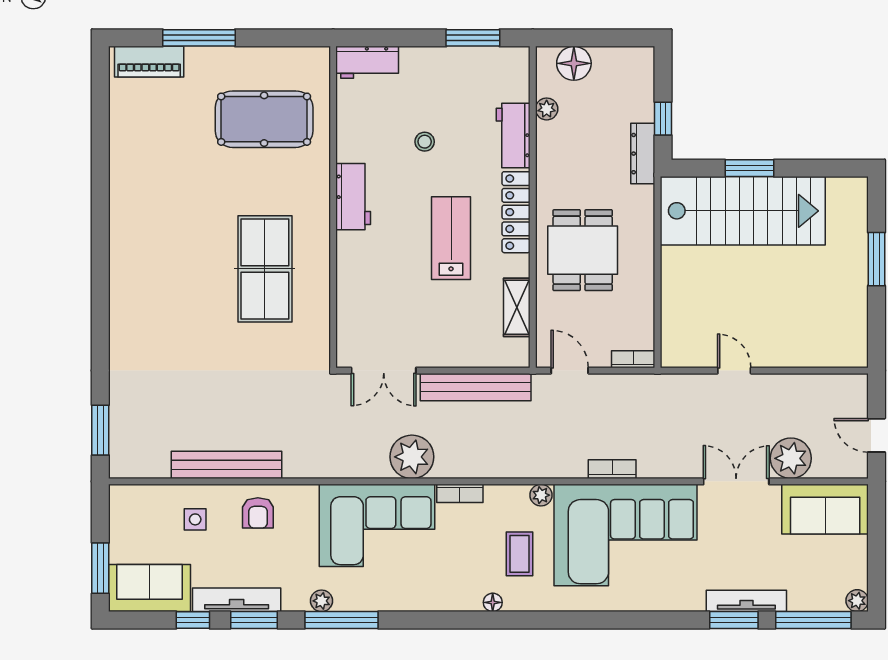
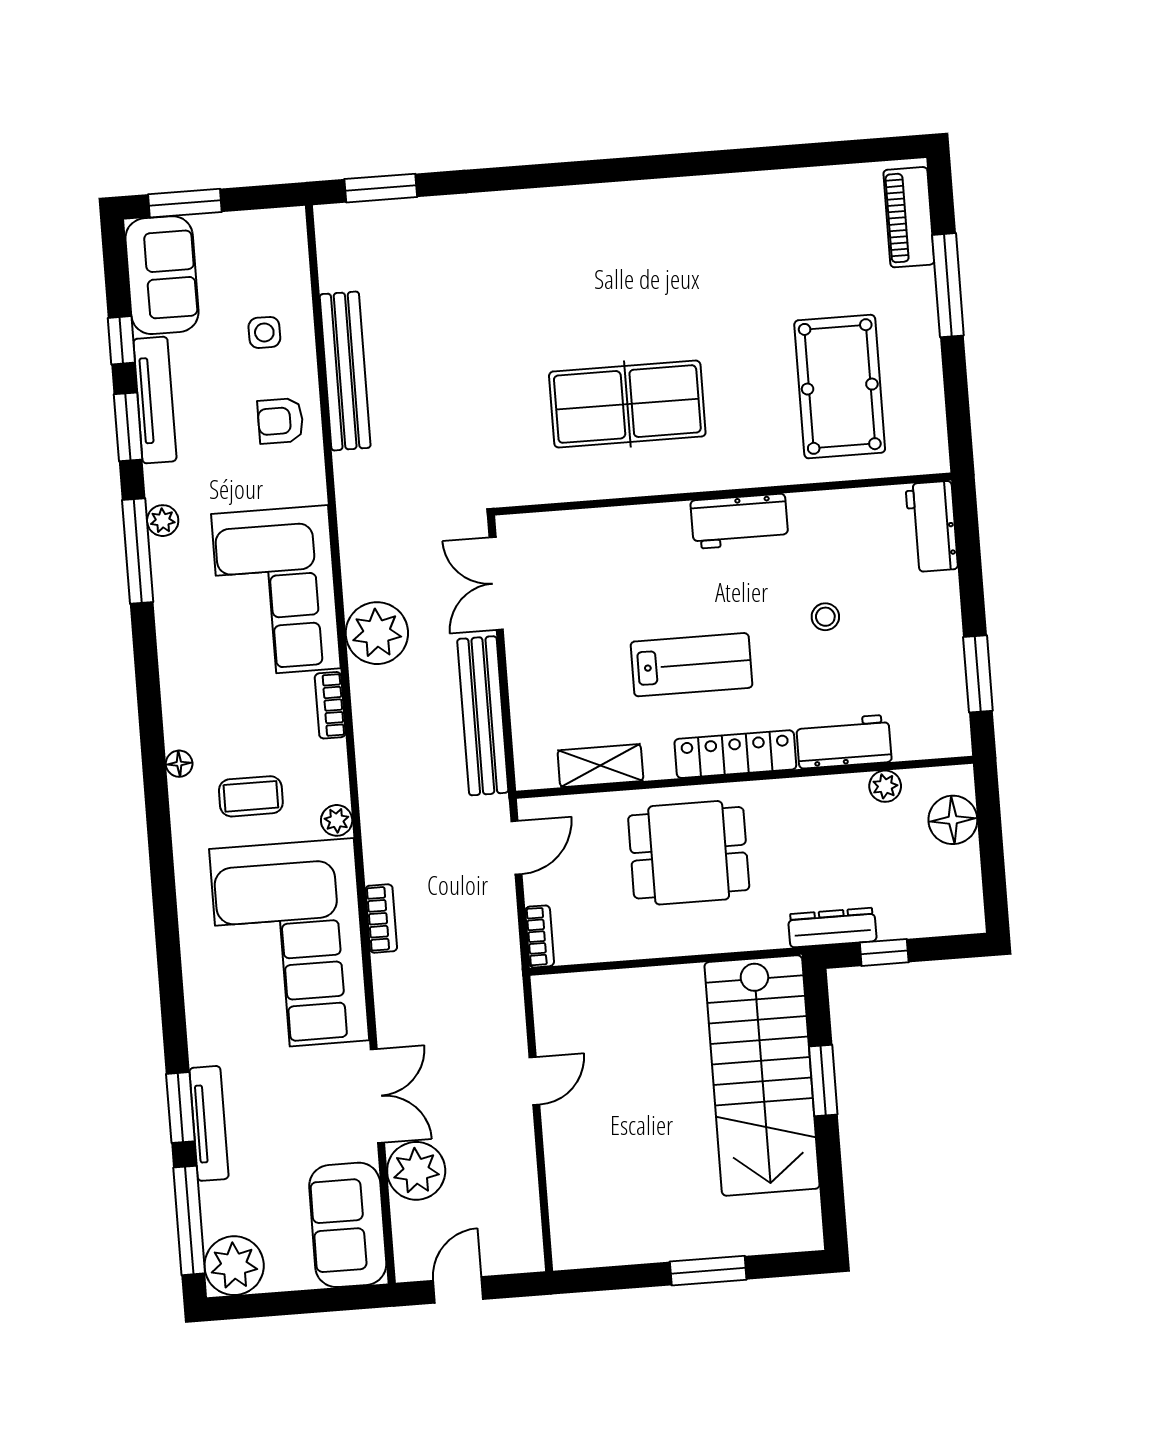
plant: (857, 601) -> (234, 1266), width x1.87, depth x1.87

